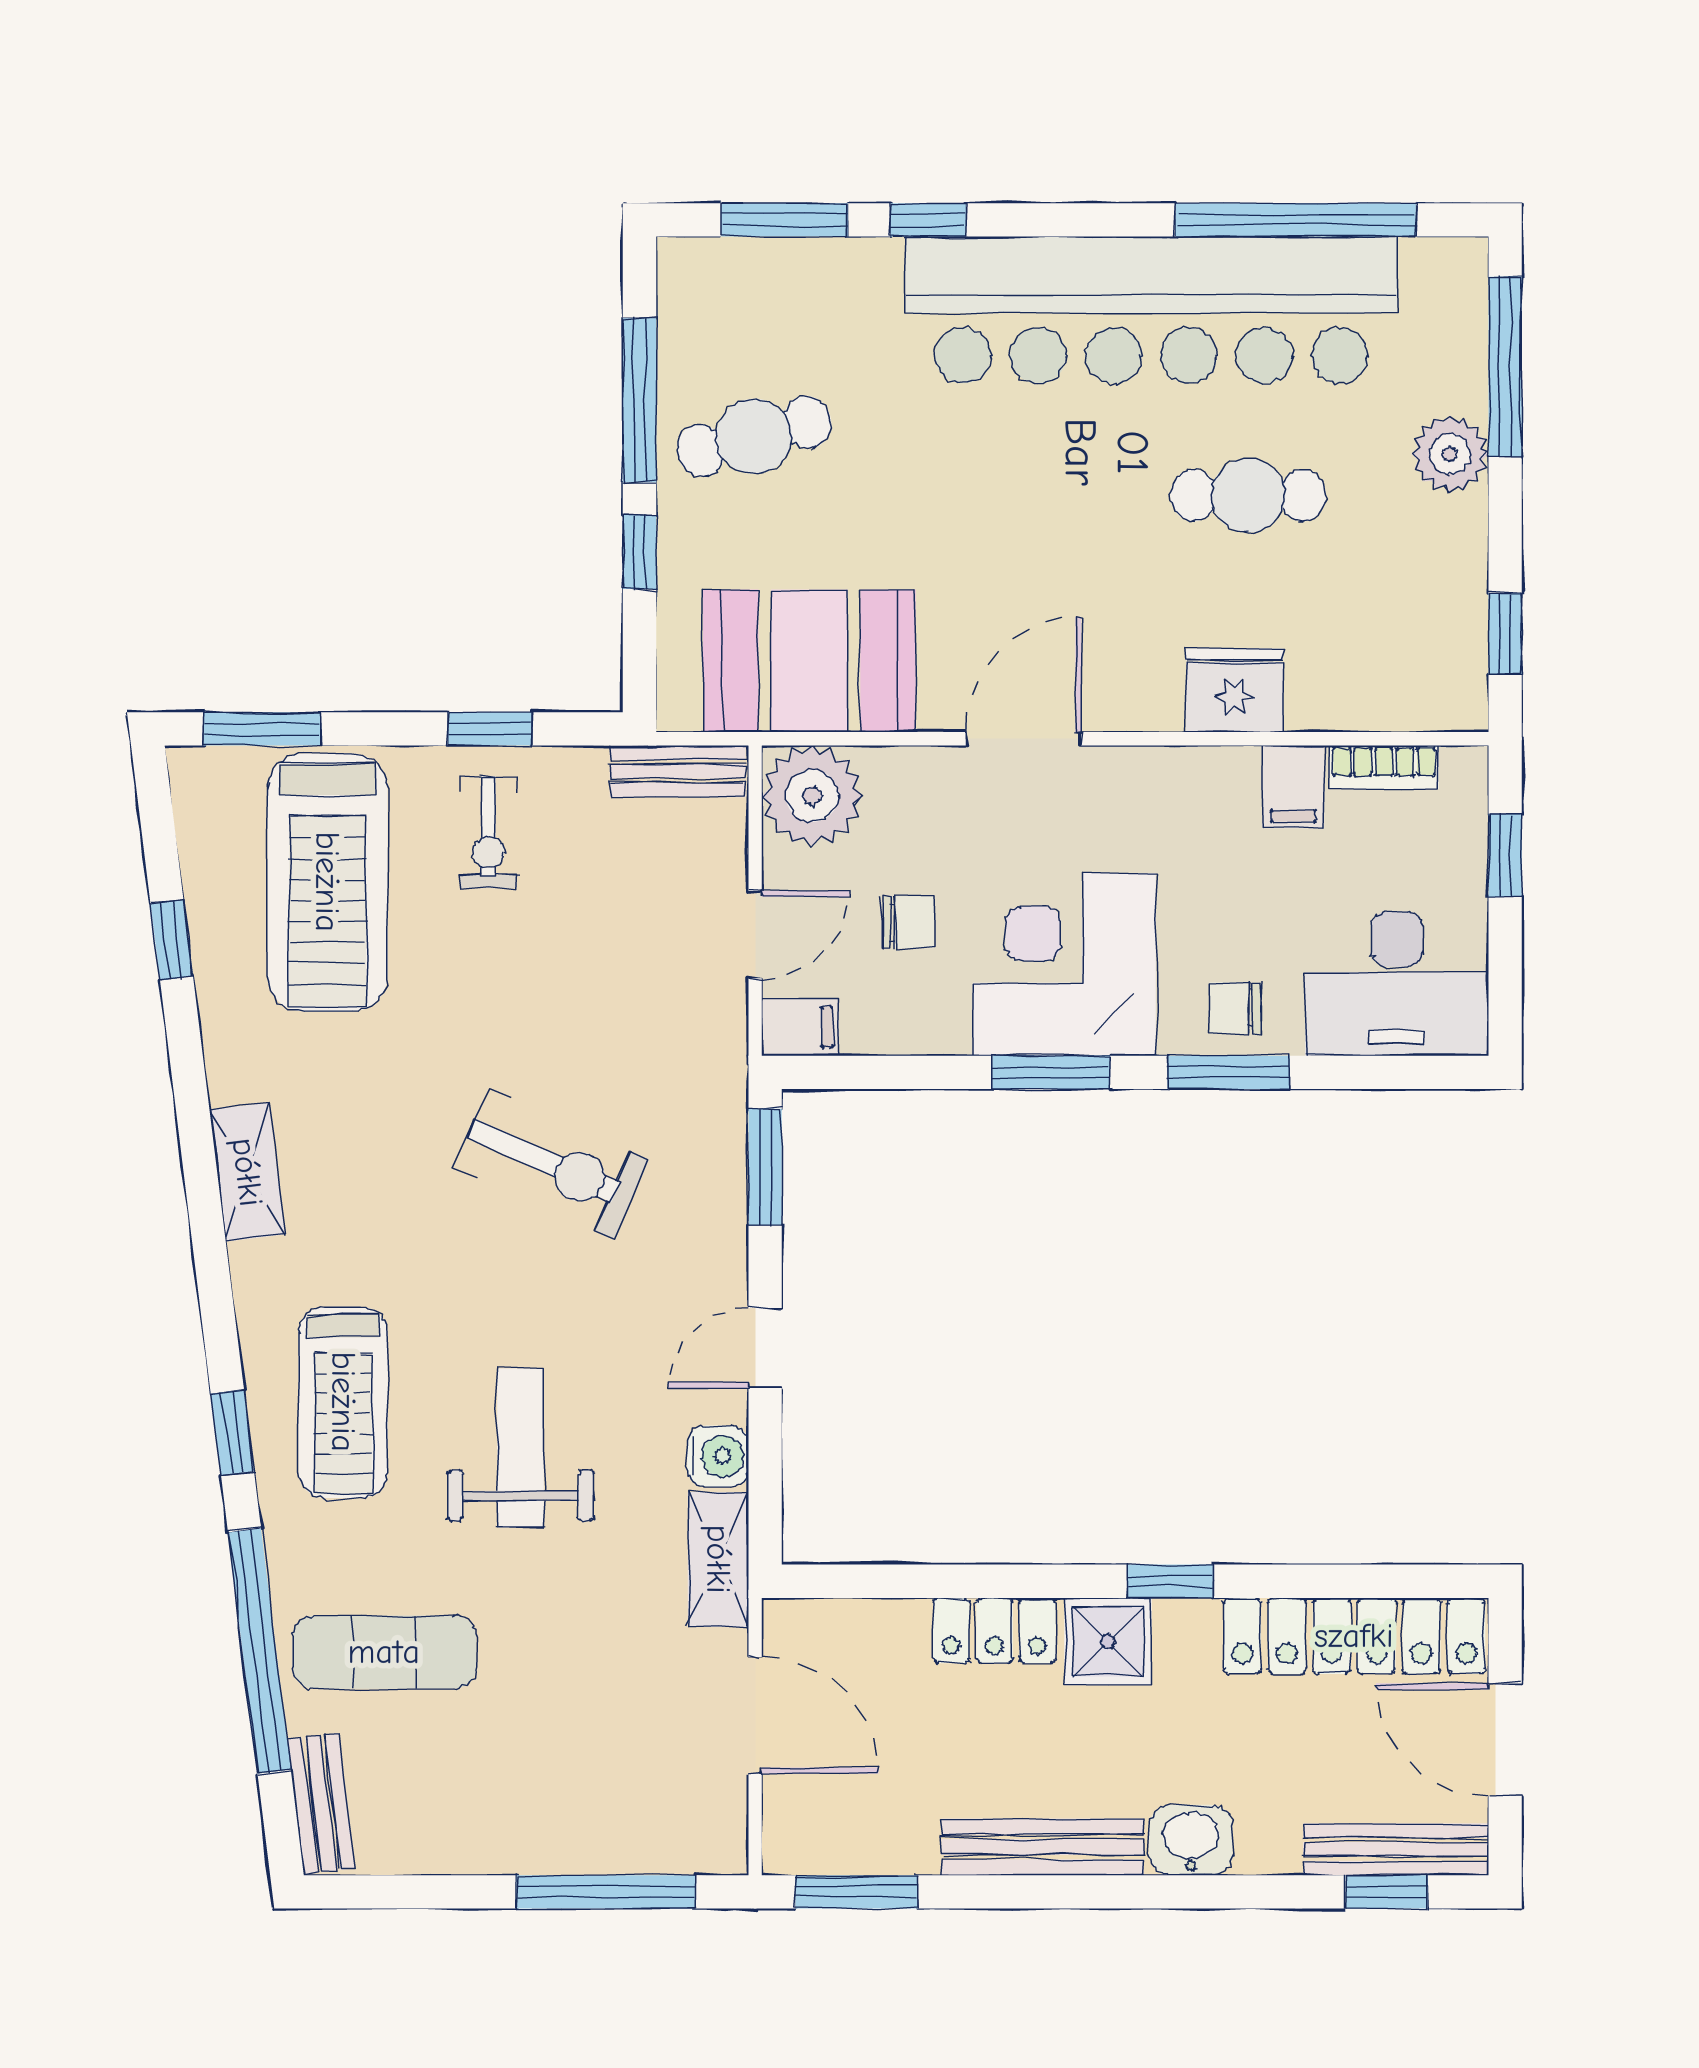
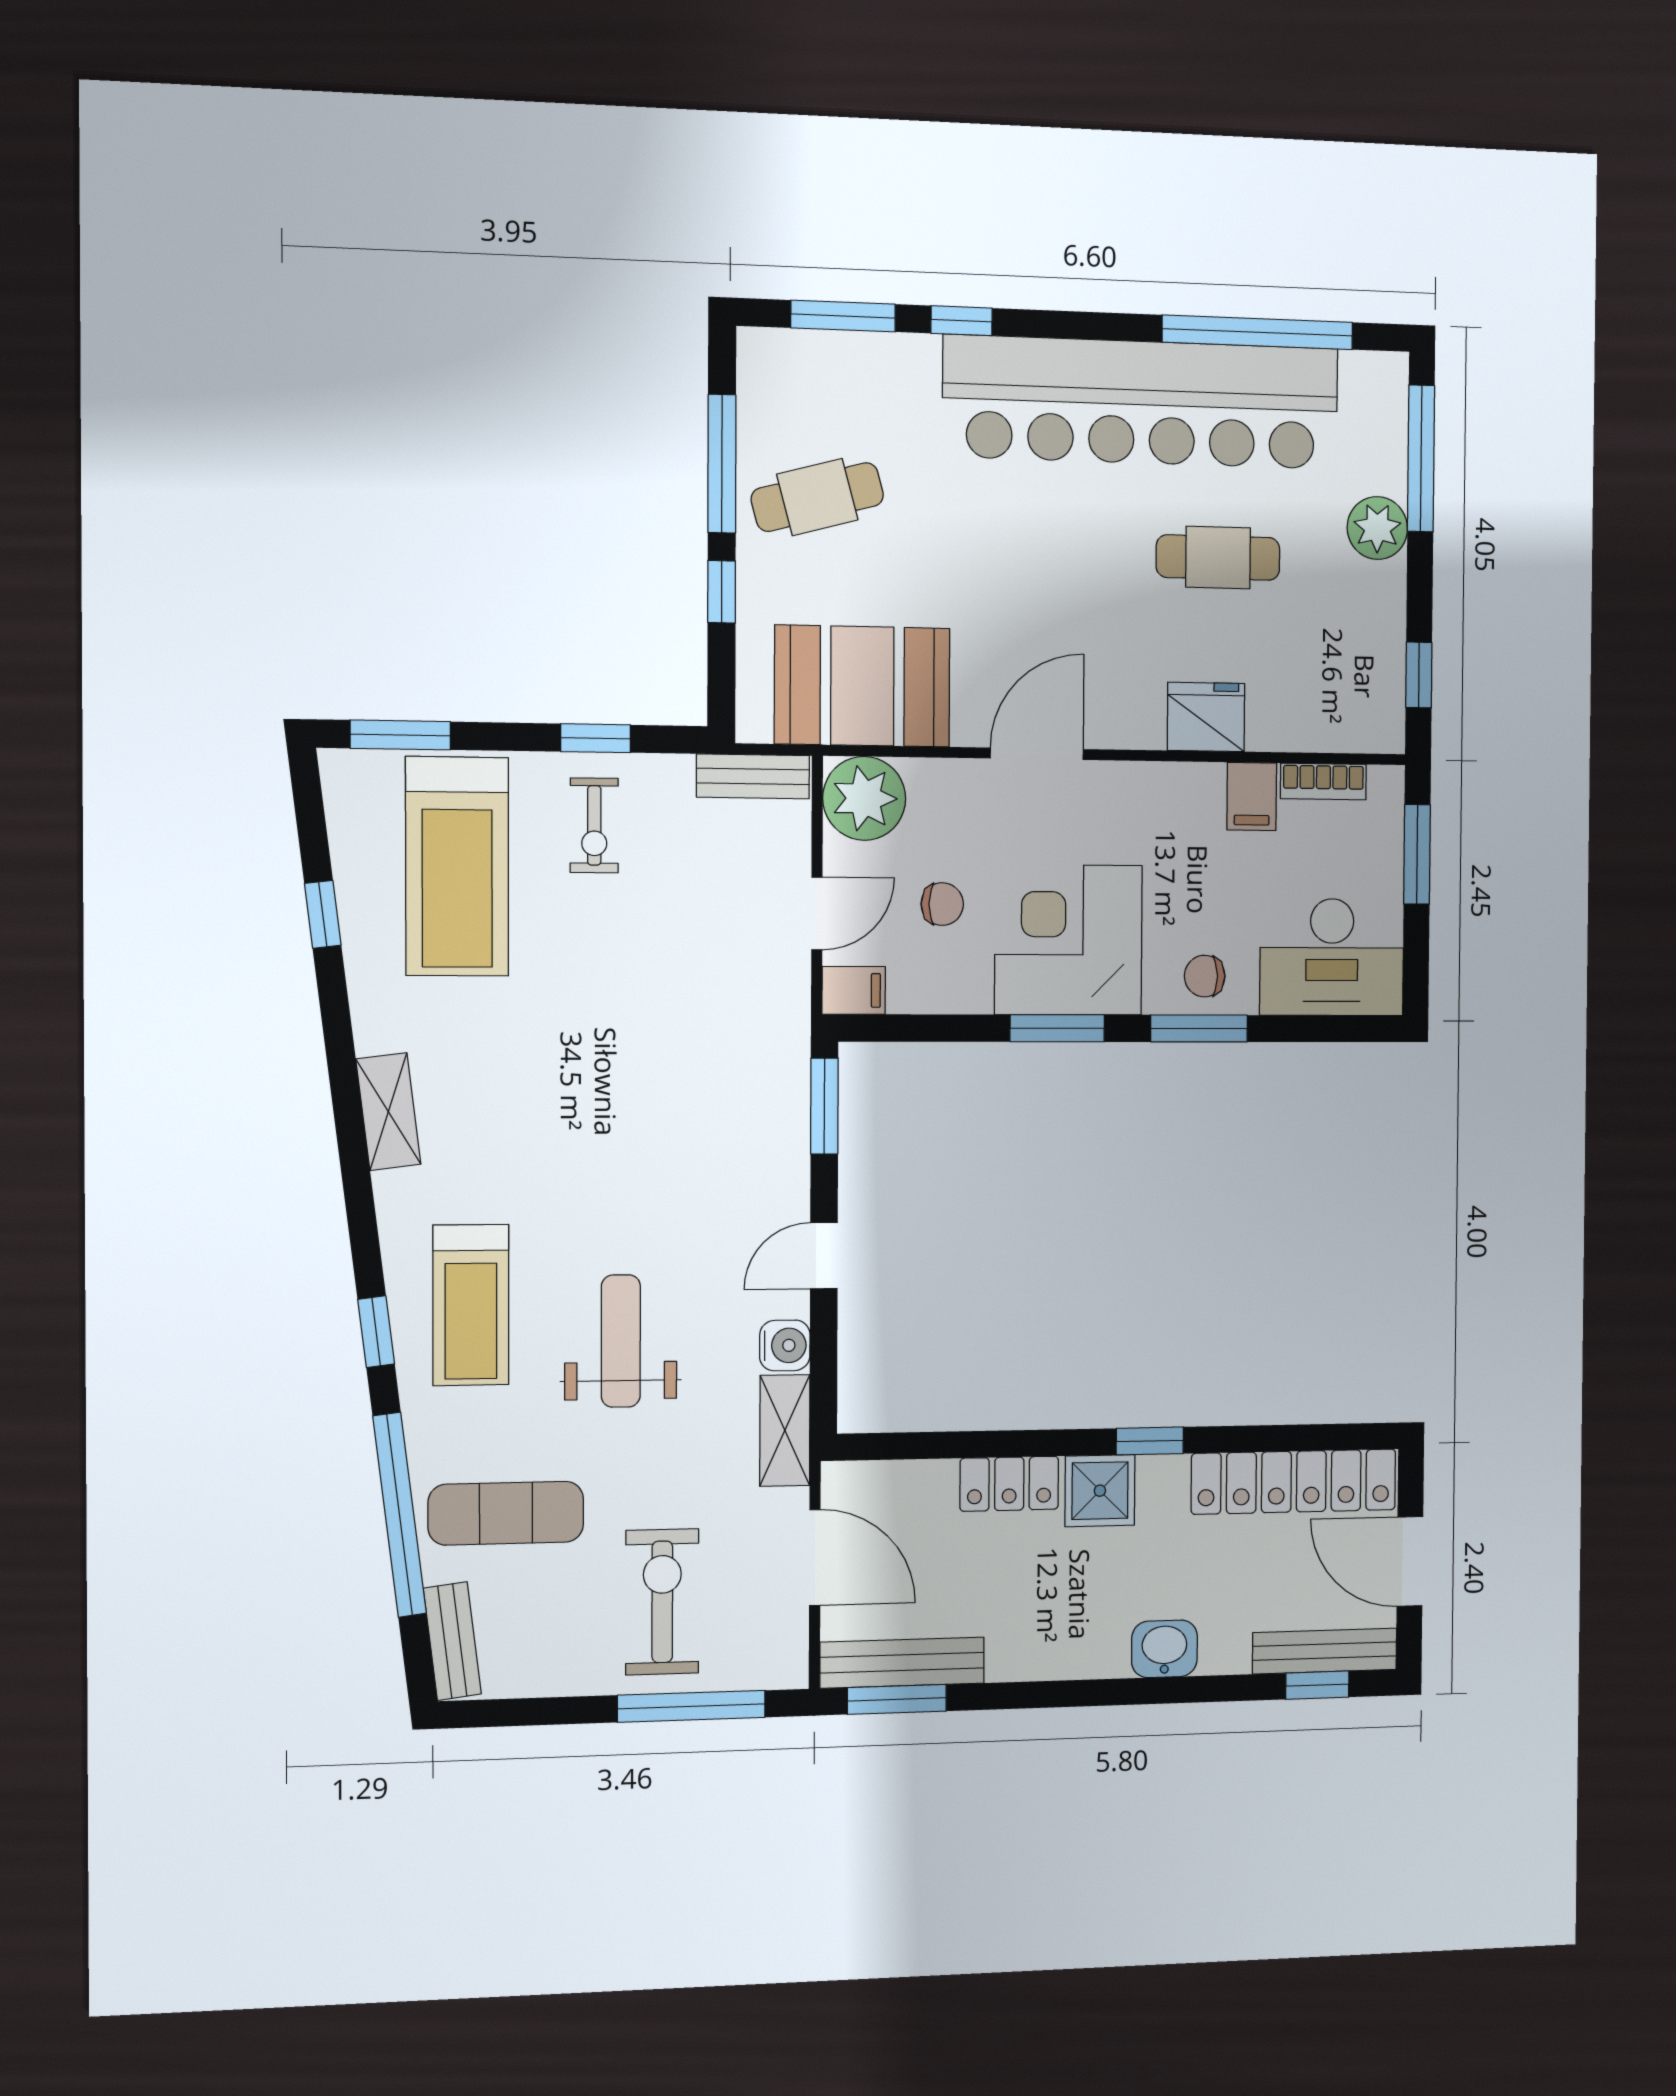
window: (1505, 856) -> (1417, 854), width x1.50
exercise bike: (551, 1164) -> (662, 1602), moved, turned -114
bench: (1043, 1847) -> (902, 1663), moved

